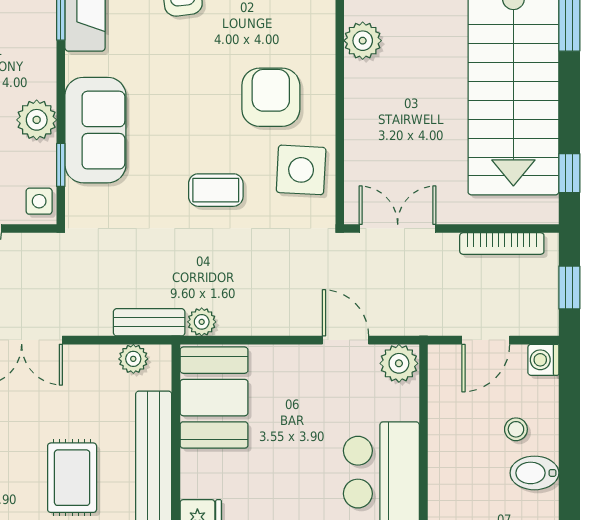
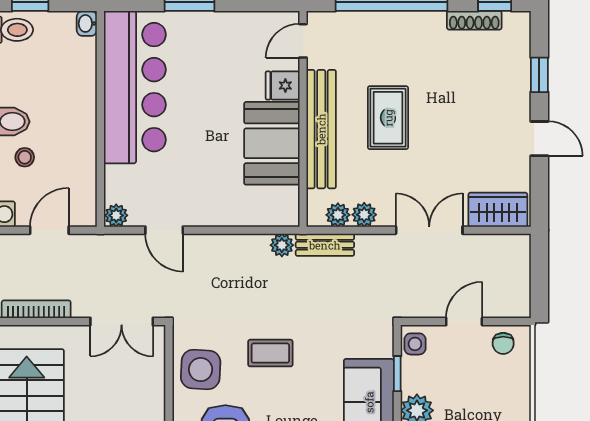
plant: (101, 359) -> (364, 215), added
plant: (399, 363) -> (116, 215), width x0.73, depth x0.73
booth: (214, 398) -> (272, 143), moved

